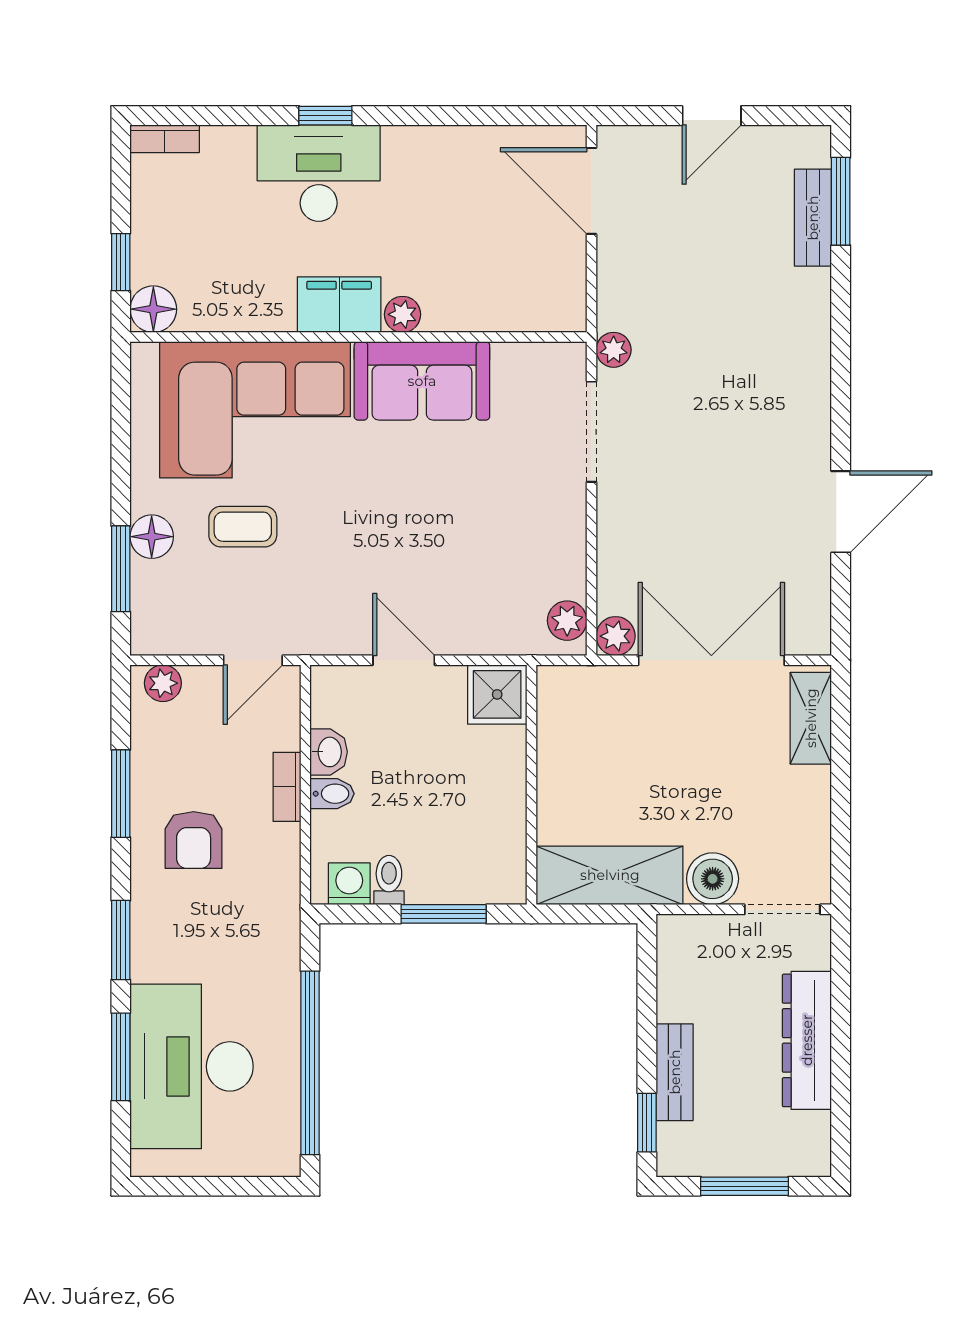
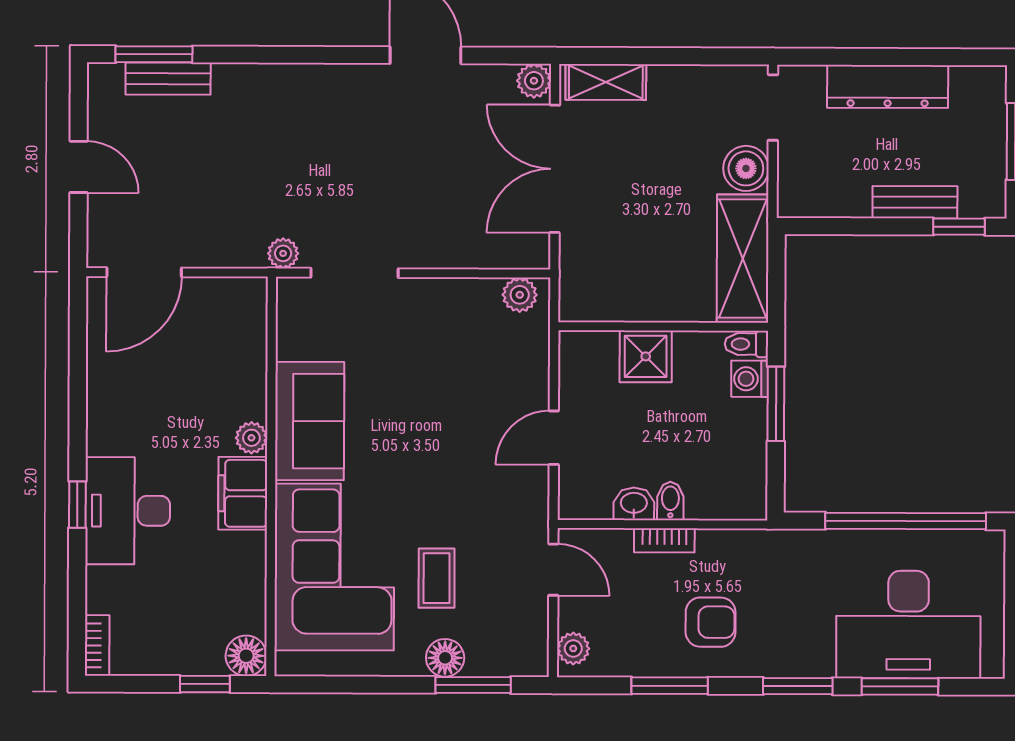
plant: (616, 636) -> (534, 81), moved
shower: (497, 694) -> (646, 356), moved
toilet: (389, 880) -> (746, 344), moved
washing machine: (349, 884) -> (750, 379), moved

